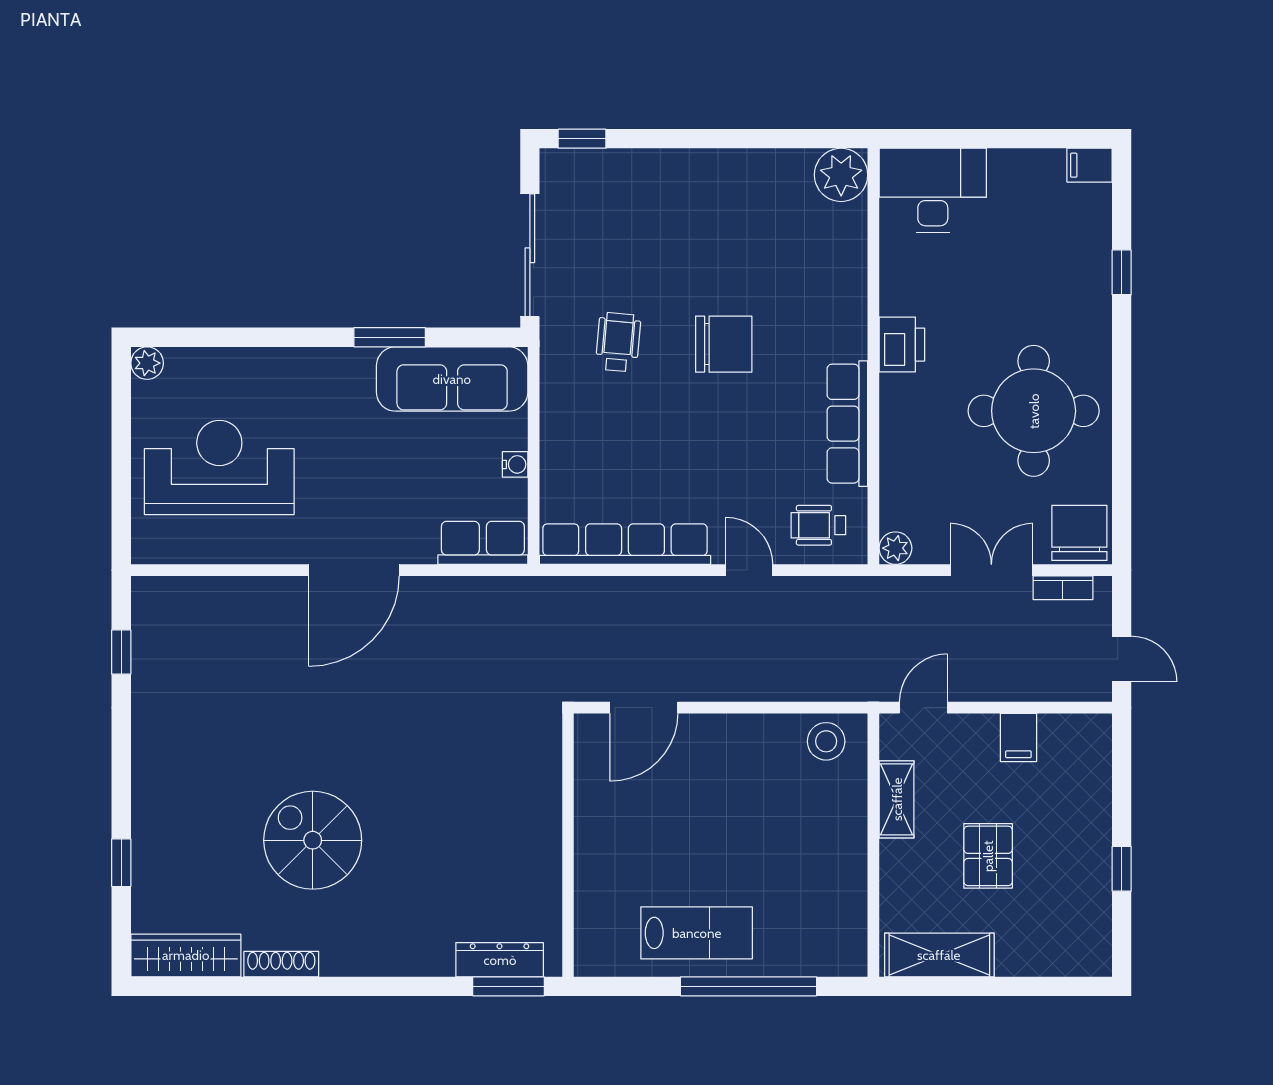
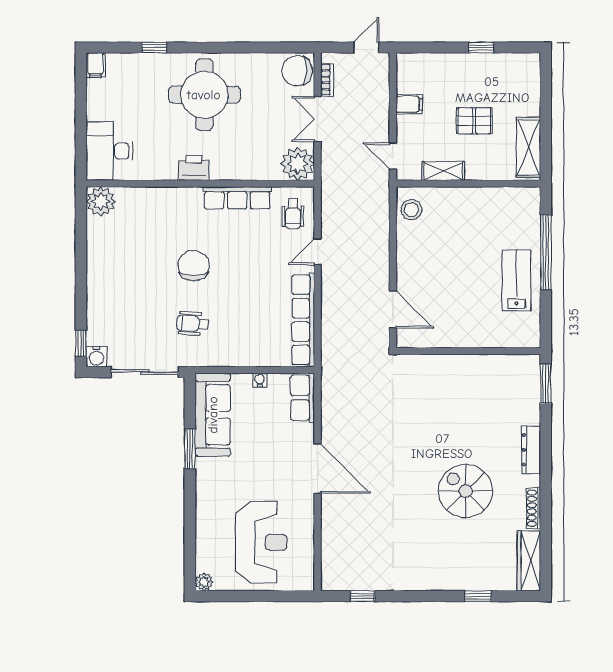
water cooler: (558, 167) -> (96, 357), added
round table: (1034, 411) -> (204, 95), moved
reception desk: (219, 467) -> (261, 542), turned 180
plant: (895, 548) -> (298, 164), width x1.88, depth x1.88
spiral stairs: (313, 840) -> (466, 491), turned 90
dresser: (500, 960) -> (531, 450), moved

